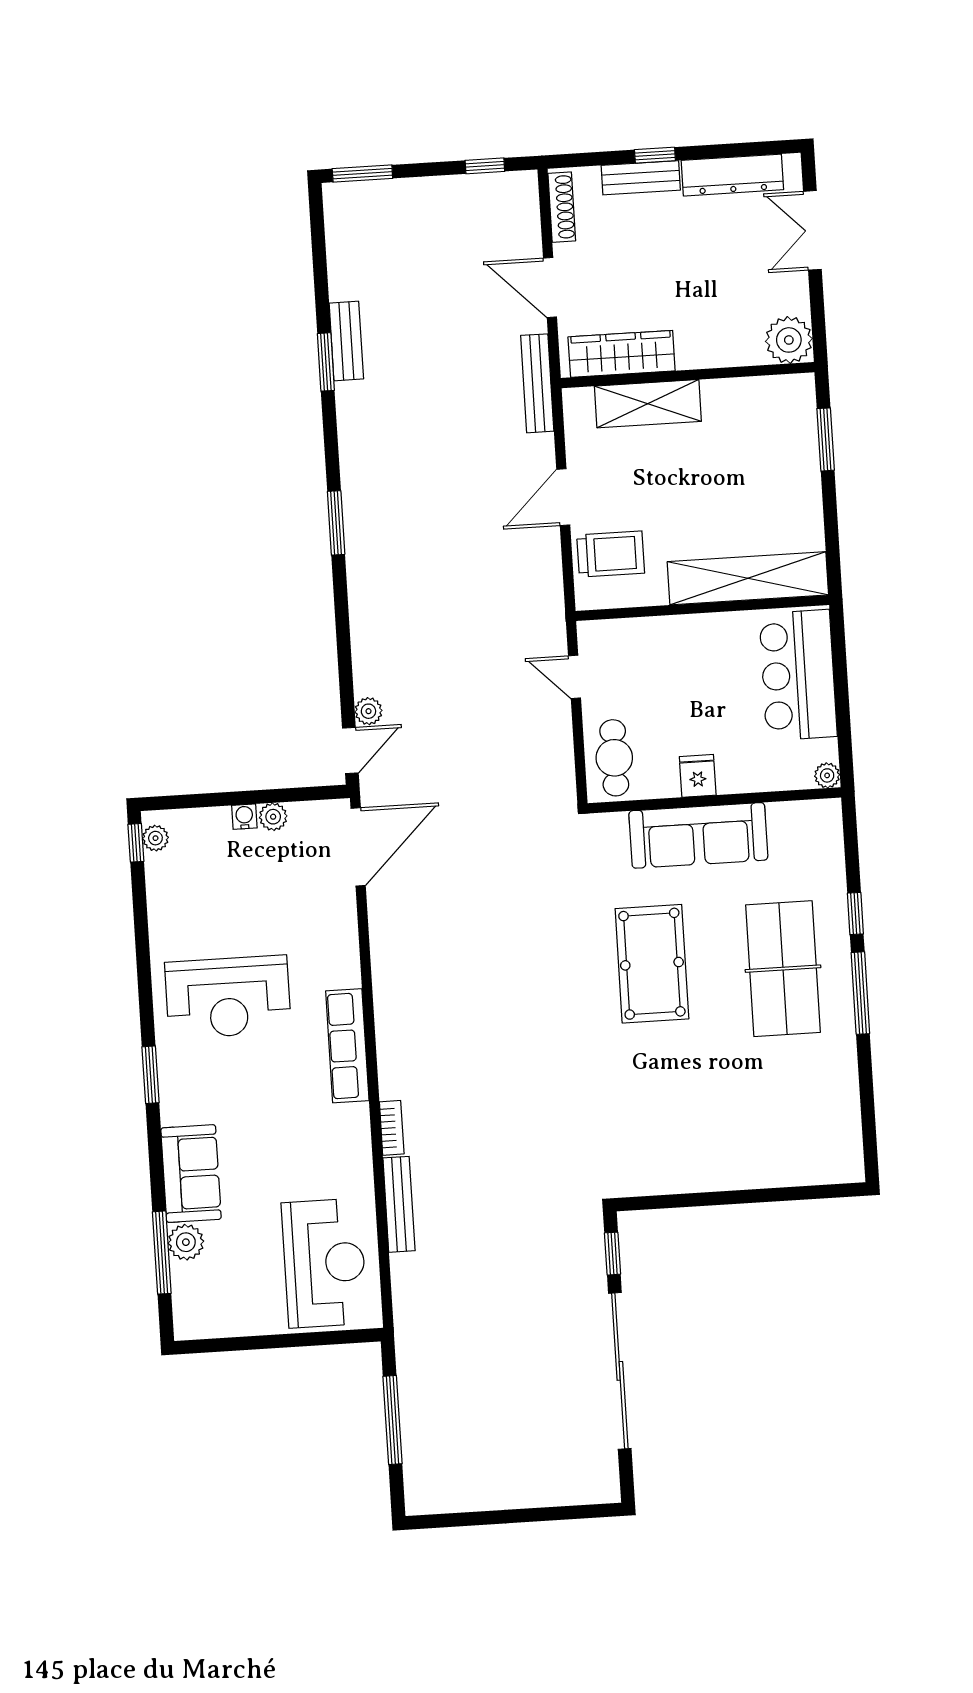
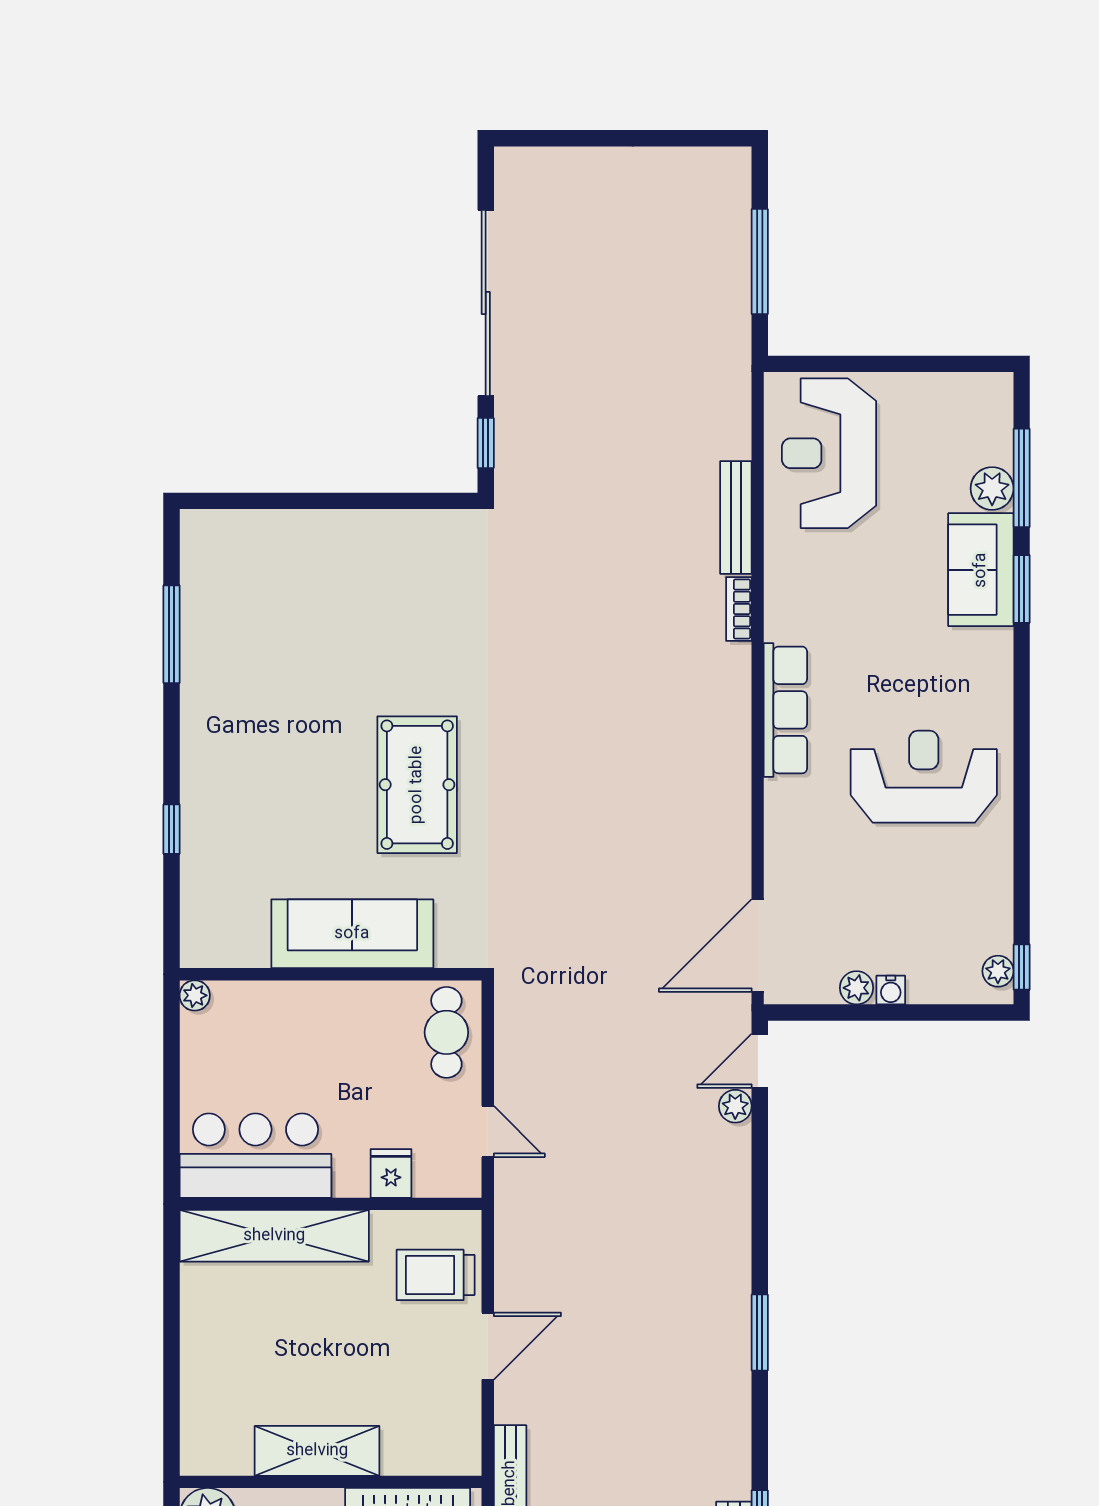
shelving: (648, 404) -> (317, 1451), moved
window: (826, 439) -> (171, 1395), removed
bar counter: (798, 675) -> (255, 1156), moved, turned -90
fridge: (698, 776) -> (391, 1173), moved, turned 180
table tennis table: (783, 969) -> (262, 769), removed
window: (860, 993) -> (171, 634), moved
window: (151, 1075) -> (1022, 589), moved

